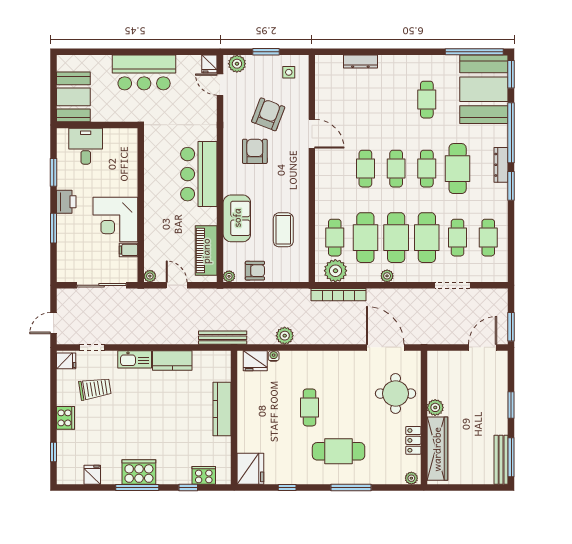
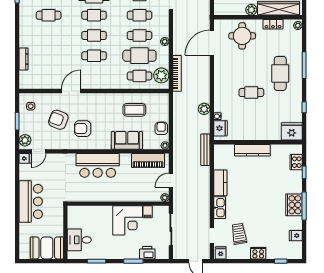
printer: (66, 202) -> (147, 253), moved
cafe table: (396, 238) -> (139, 36), width x0.73, depth x0.74
cafe table: (427, 238) -> (139, 15), width x0.73, depth x0.74

